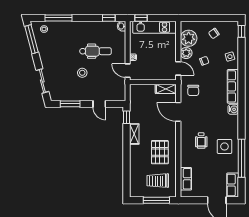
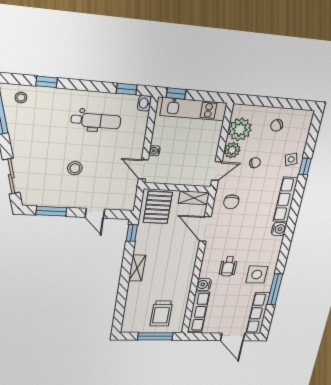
window: (59, 18) -> (47, 82), width x0.46
window: (241, 31) -> (305, 166), moved
dental chair: (96, 51) -> (96, 121), moved
door: (178, 68) -> (217, 171), hinge flipped
shelving: (134, 134) -> (137, 268), moved
pallet: (160, 152) -> (158, 207), moved
water cooler: (186, 156) -> (204, 285), added
window: (241, 158) -> (275, 289), width x0.68
row of seats: (186, 179) -> (199, 312), width x1.48
trolley: (158, 181) -> (161, 313), turned -90
row of seats: (233, 185) -> (258, 313), width x1.48

